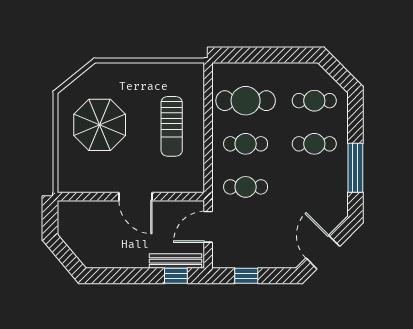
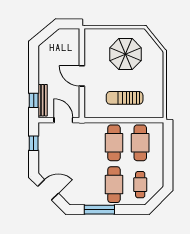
cafe table: (246, 144) -> (114, 143), width x1.37, depth x1.35
cafe table: (314, 144) -> (114, 185), width x1.37, depth x1.35
cafe table: (246, 187) -> (88, 143), removed
door: (135, 197) -> (82, 76), hinge flipped

